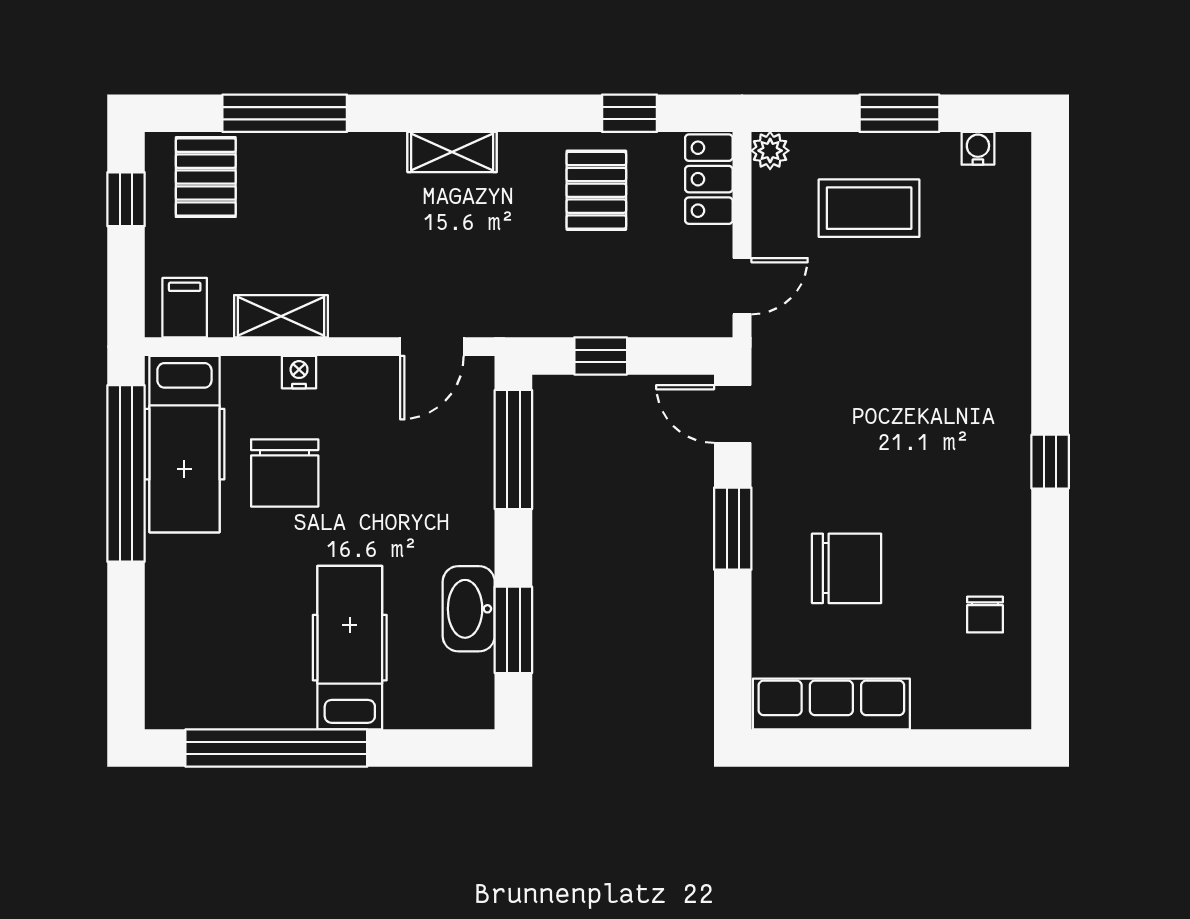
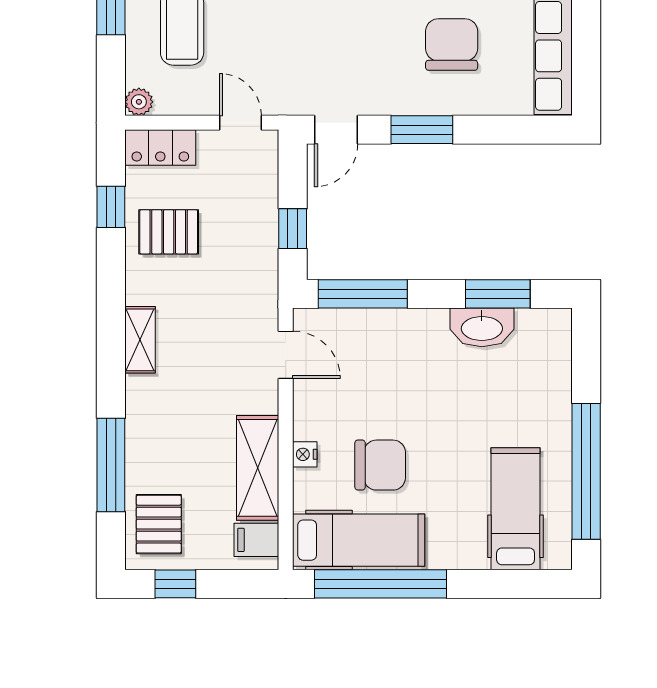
pallet: (206, 177) -> (159, 524), turned 90
shelving: (281, 316) -> (258, 468), width x1.50, depth x1.33
hospital bed: (350, 648) -> (516, 509), moved, turned 90

